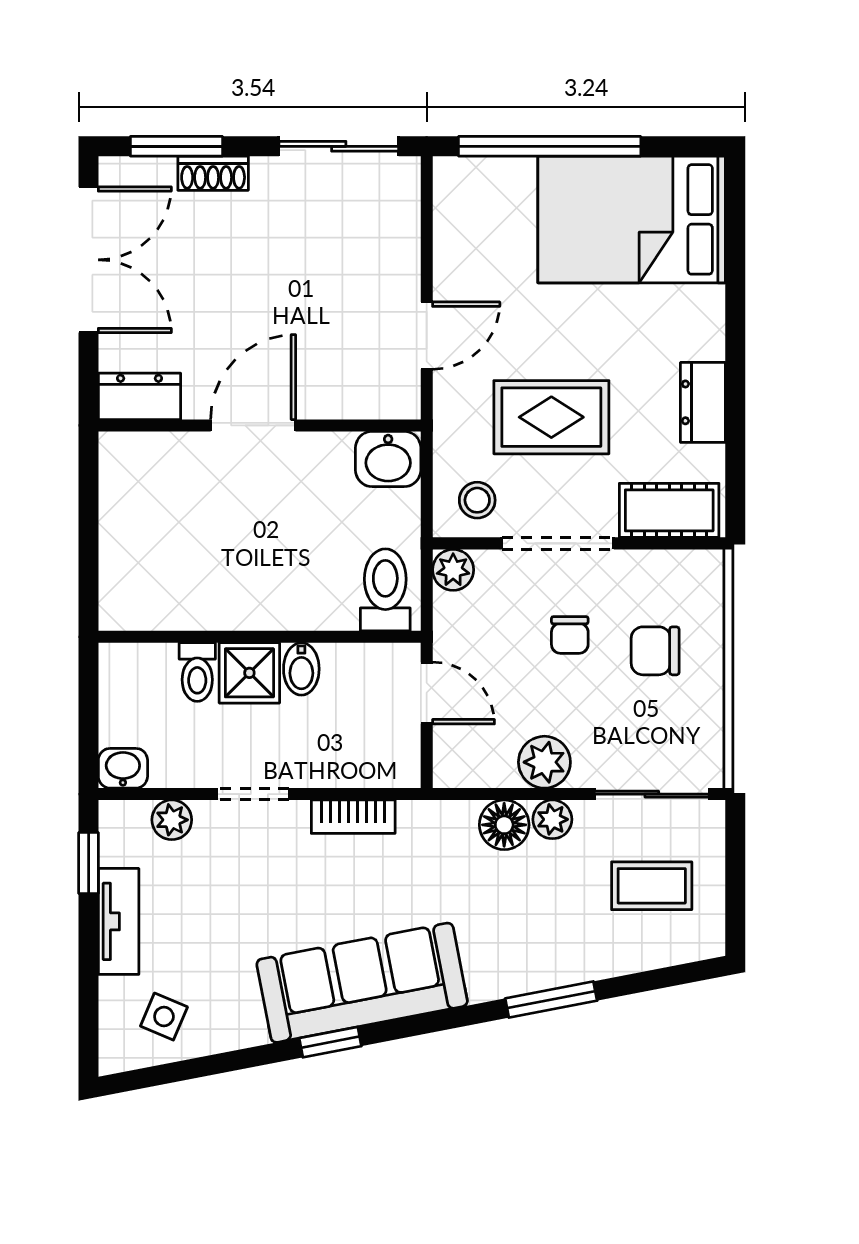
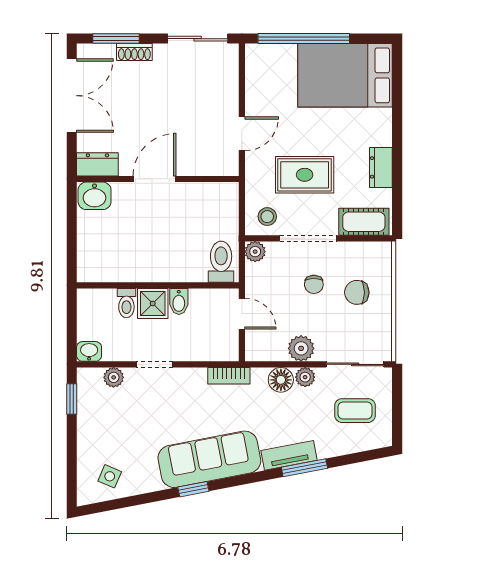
washbasin: (388, 459) -> (95, 196), moved
bookcase: (353, 817) -> (229, 376), moved
tv unit: (119, 921) -> (289, 455), moved, turned -101

